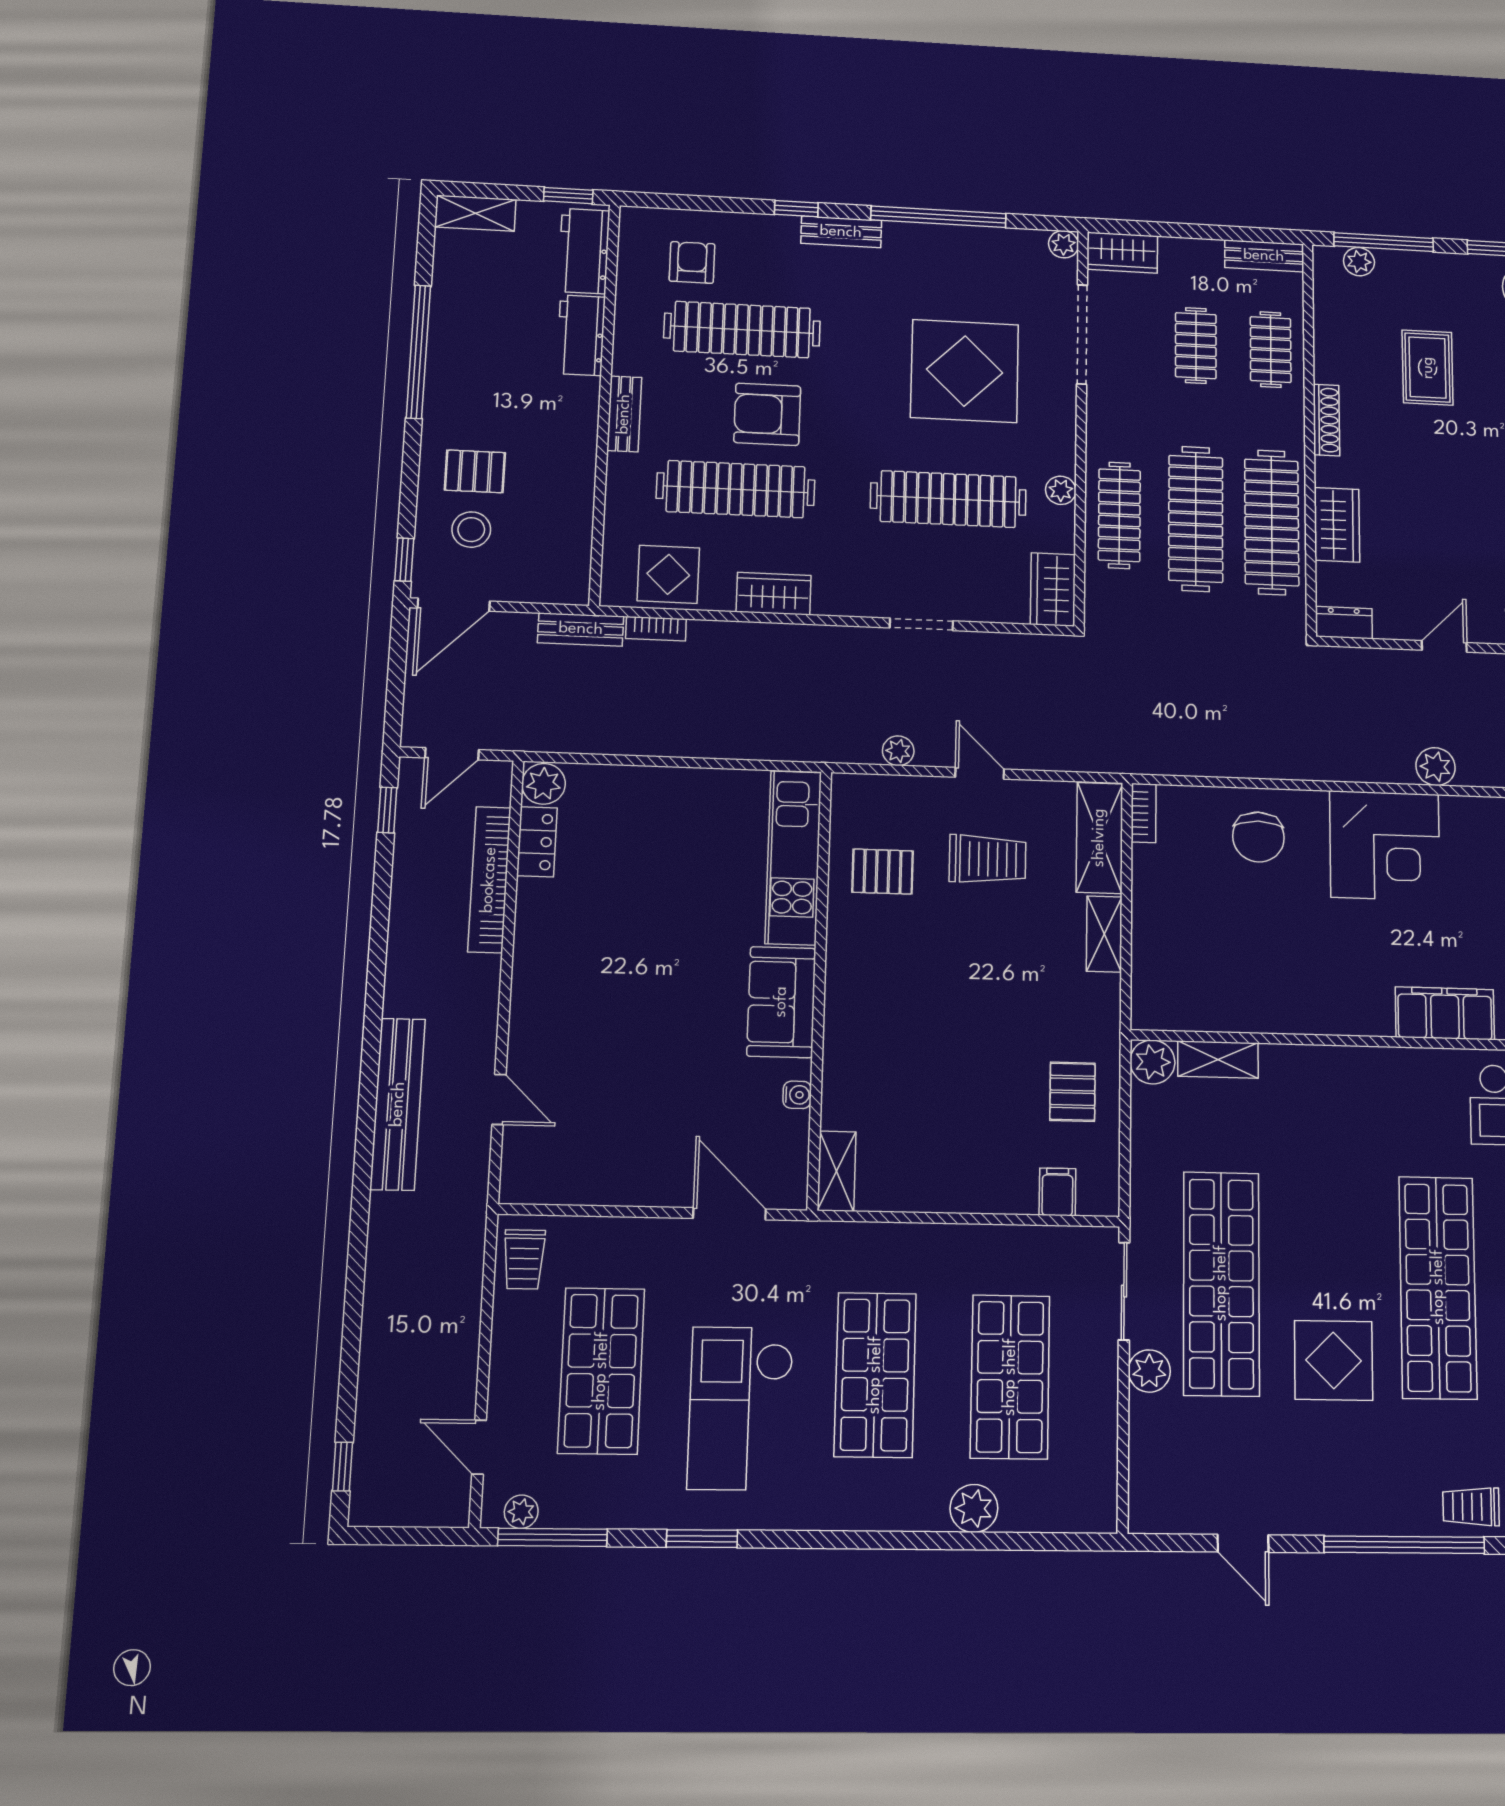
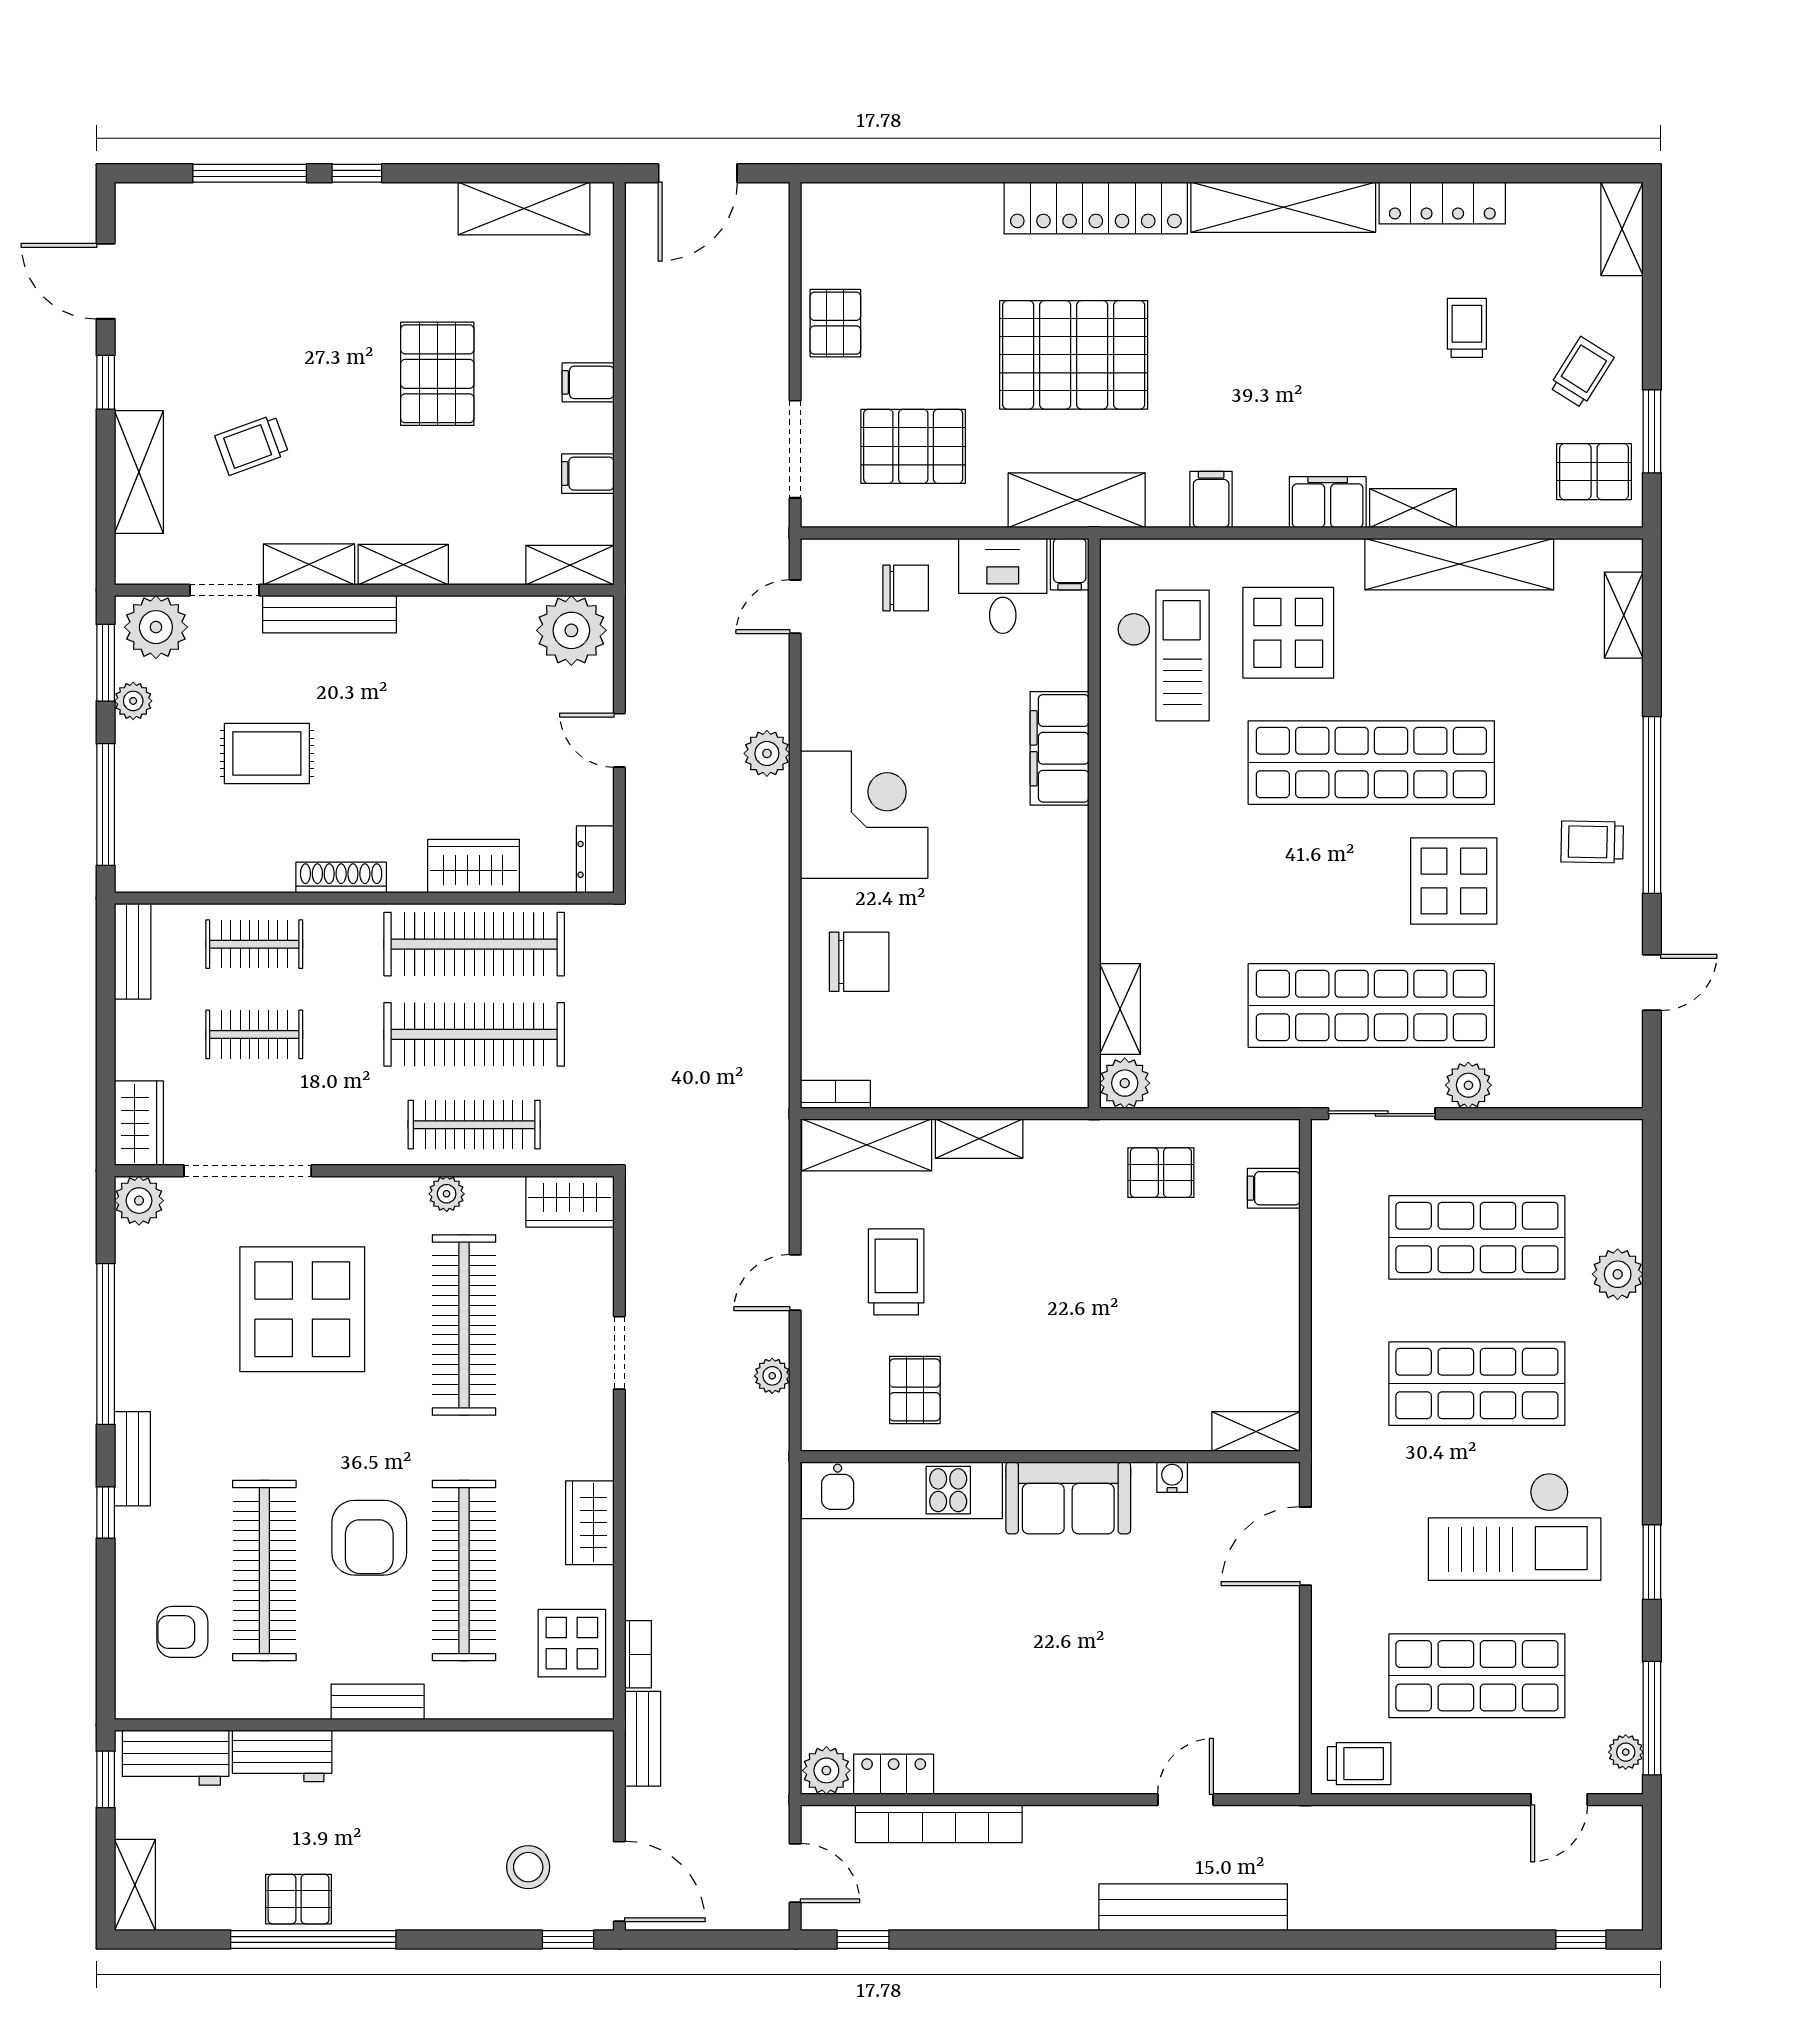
plant: (1064, 244) -> (139, 1201), width x1.38, depth x1.38
plant: (1359, 262) -> (133, 701), moved
pallet: (475, 471) -> (298, 1899), moved, turned 90
trolley: (1471, 1507) -> (1592, 842), moved, turned 91

